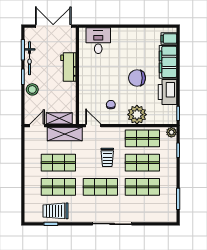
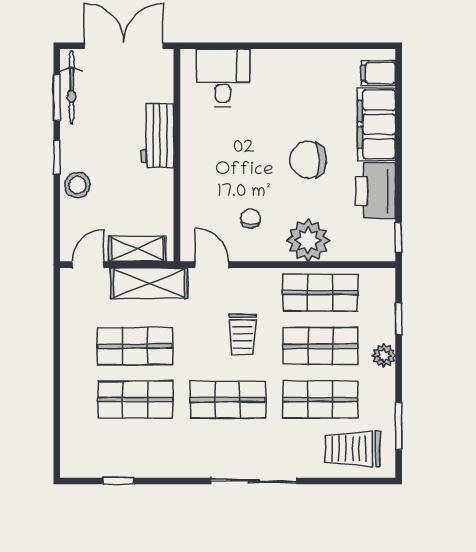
bicycle: (30, 58) -> (72, 87), moved
plant: (171, 132) -> (384, 356), moved
trolley: (56, 211) -> (353, 449), moved

